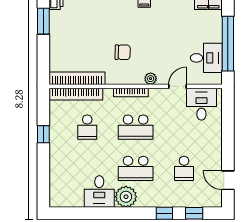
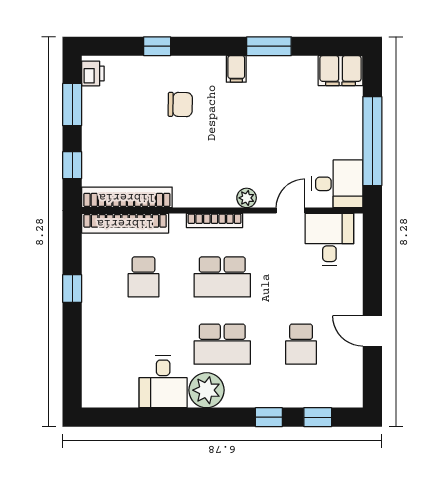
chair: (123, 52) -> (180, 104), moved
window: (43, 58) -> (72, 165), added
desk: (206, 58) -> (337, 184), moved
door: (228, 180) -> (372, 331), moved

